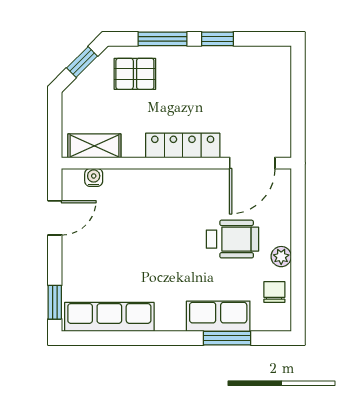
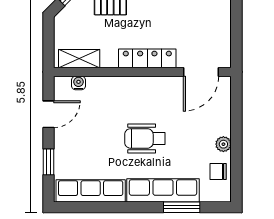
wheelchair: (232, 239) -> (145, 138), moved, turned 180
chair: (274, 292) -> (218, 172), turned -90
window: (55, 302) -> (48, 162), moved
row of seats: (218, 316) -> (163, 190), width x1.48

